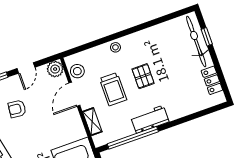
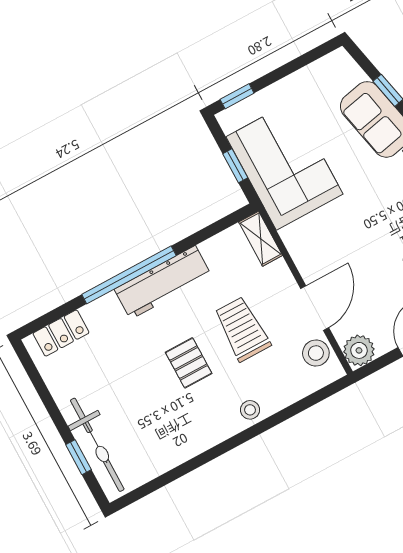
locker: (212, 80) -> (61, 333), moved, turned 90
workbench: (150, 119) -> (163, 282), width x1.38
shelving: (92, 122) -> (261, 239), moved
window: (133, 138) -> (129, 275), moved

